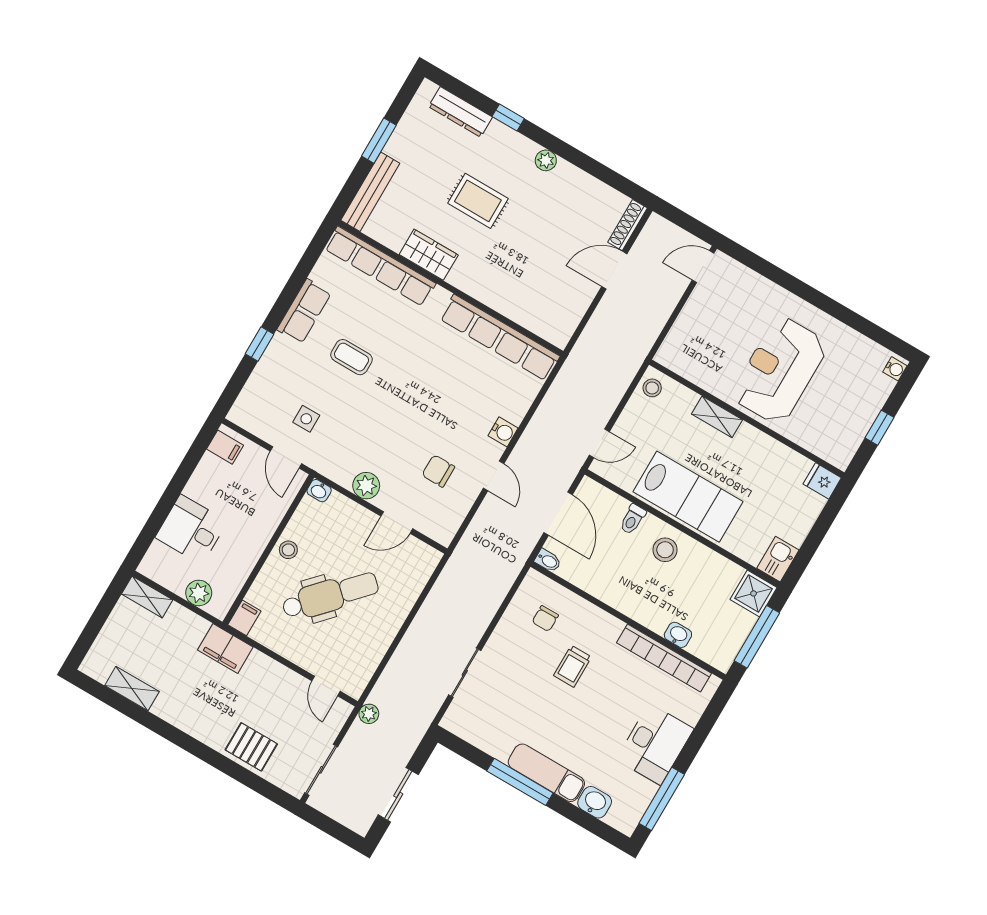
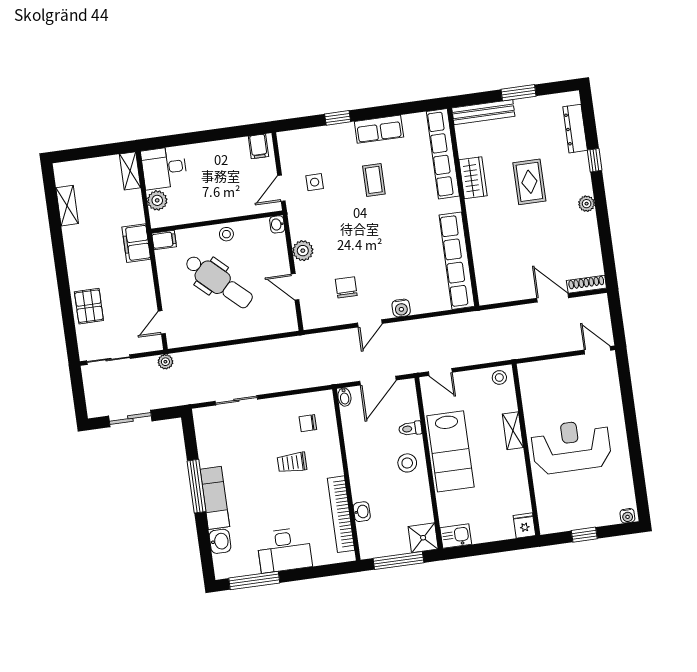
desk: (191, 530) -> (164, 168), moved, turned -90

